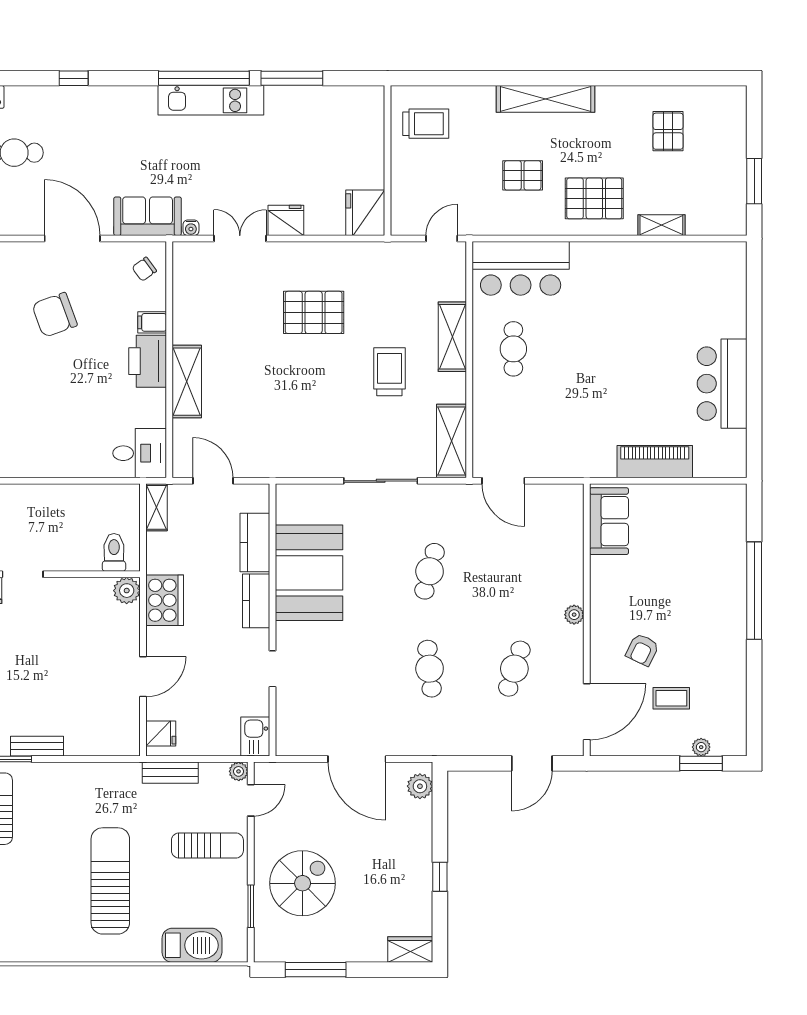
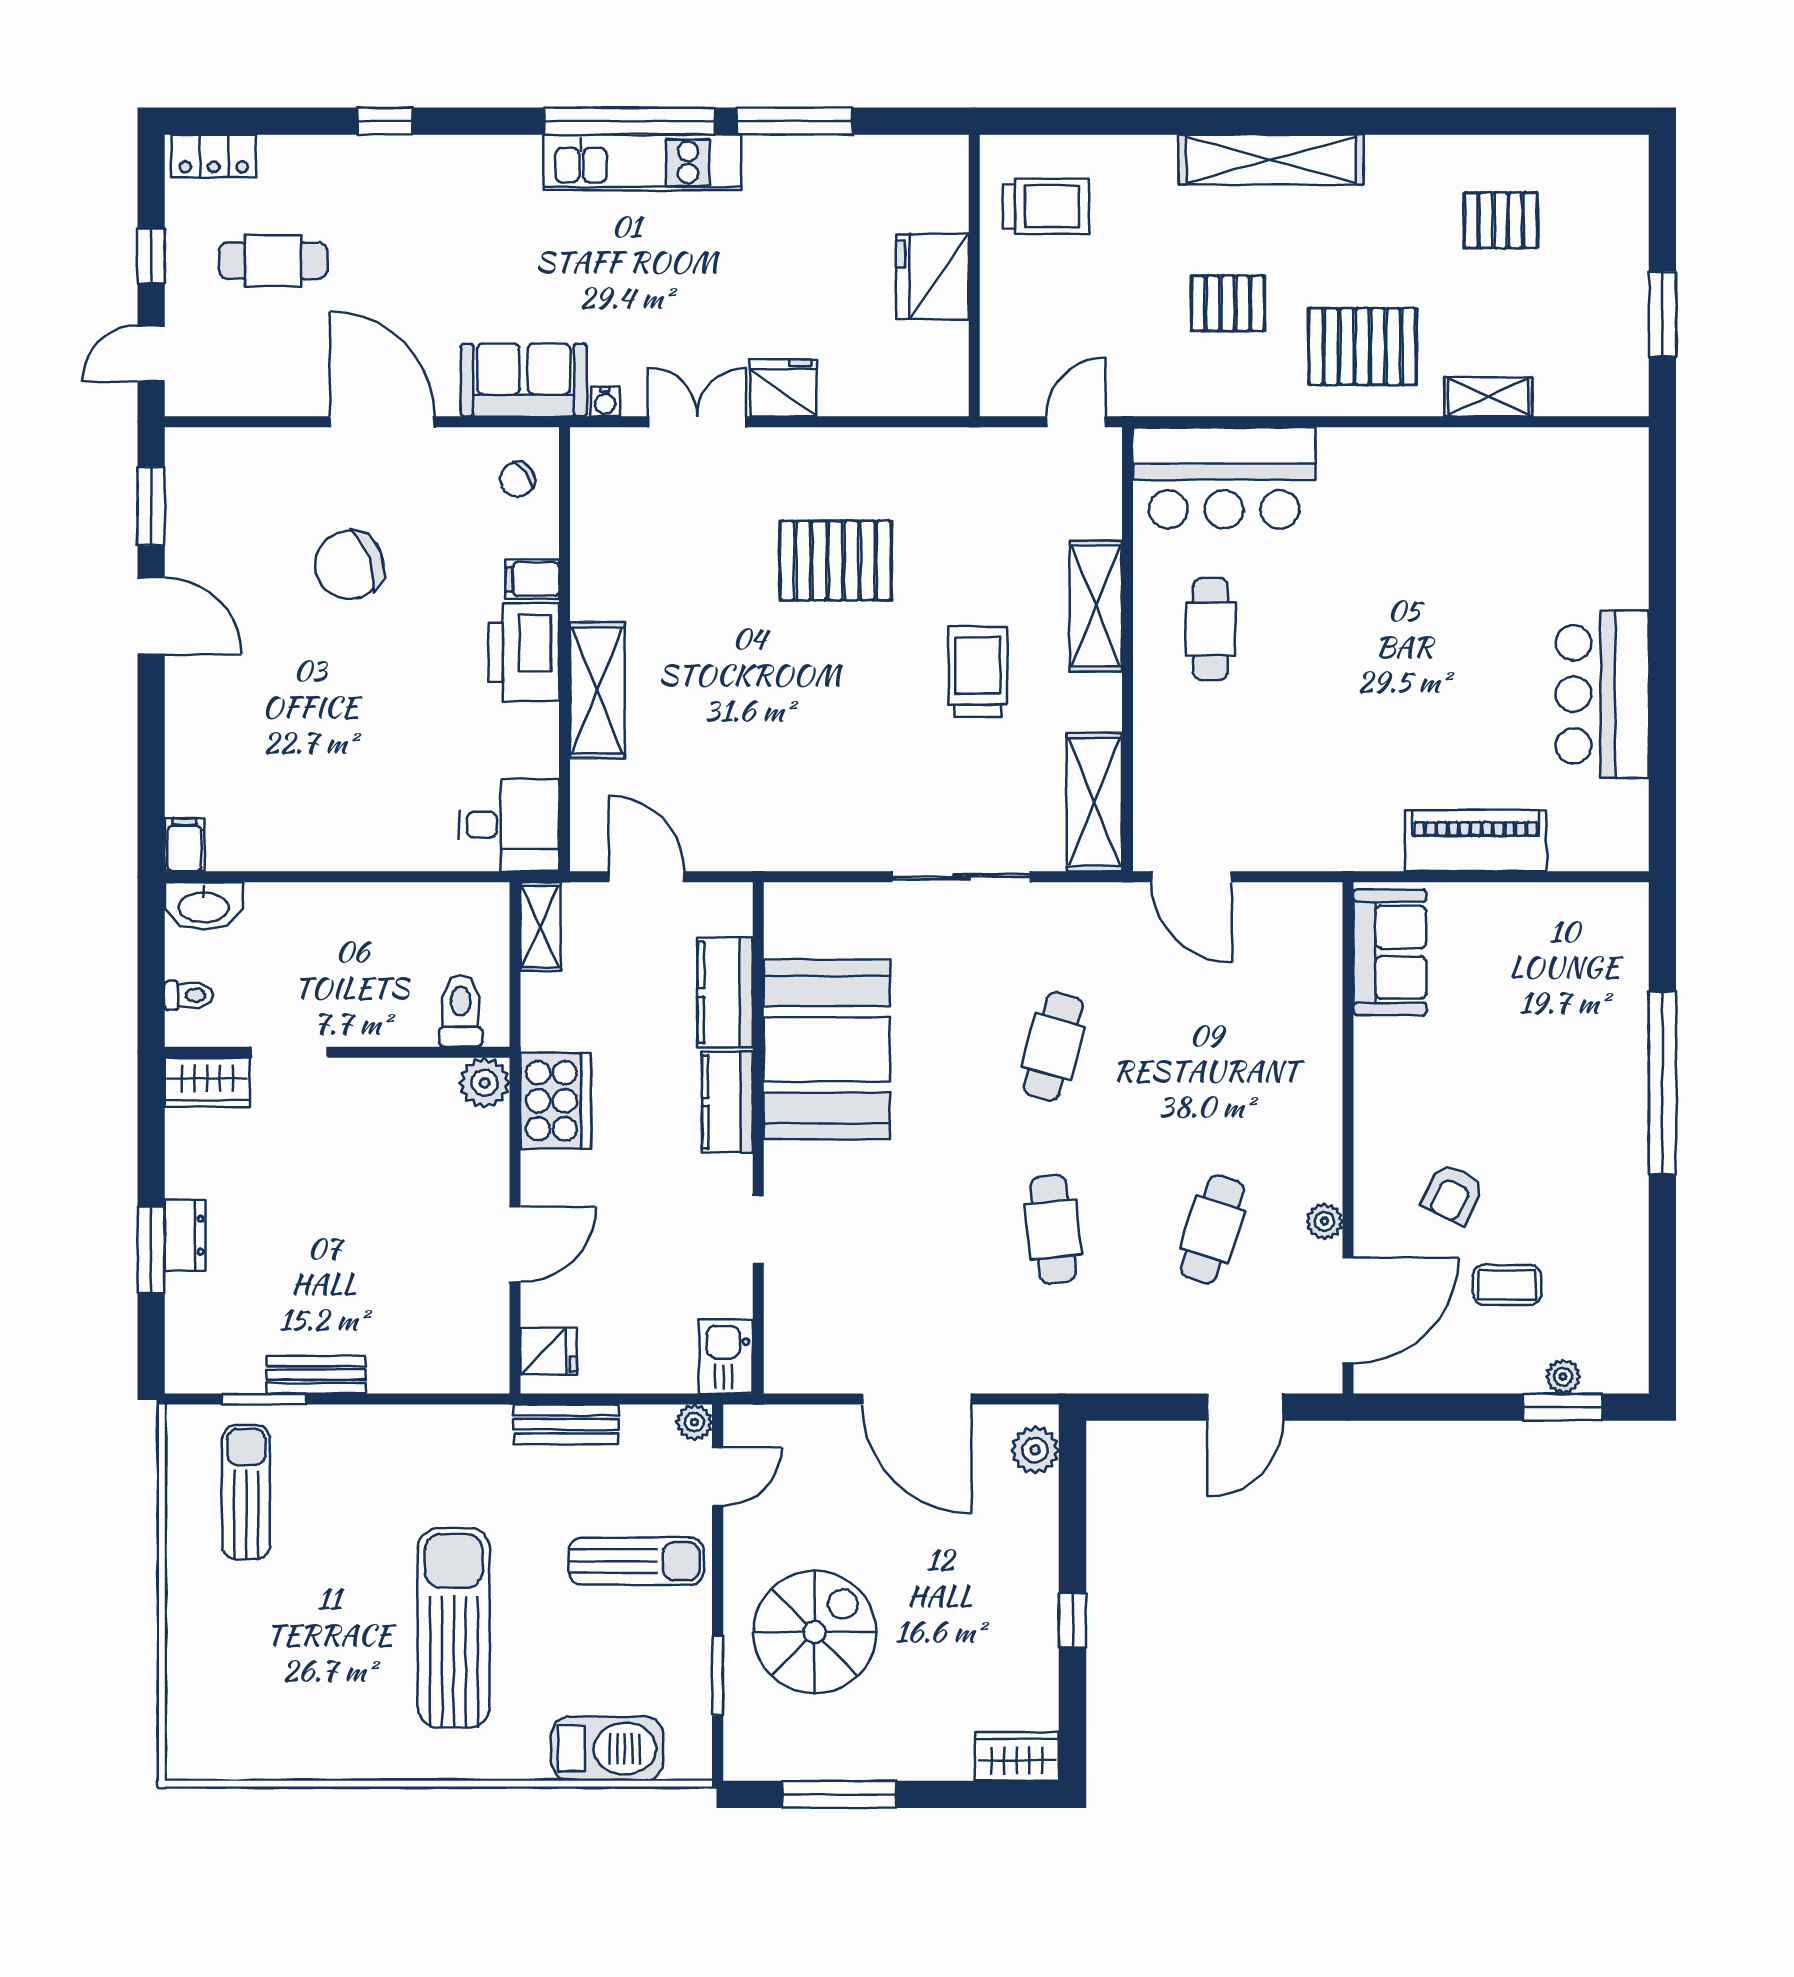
pallet: (668, 131) -> (1501, 220), turned 90
fridge: (365, 213) -> (933, 277), moved
plant: (574, 615) -> (1325, 1221), moved

